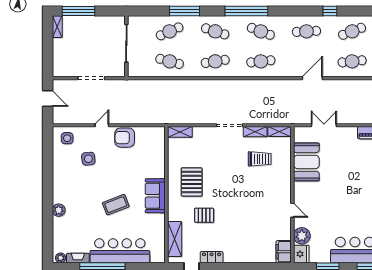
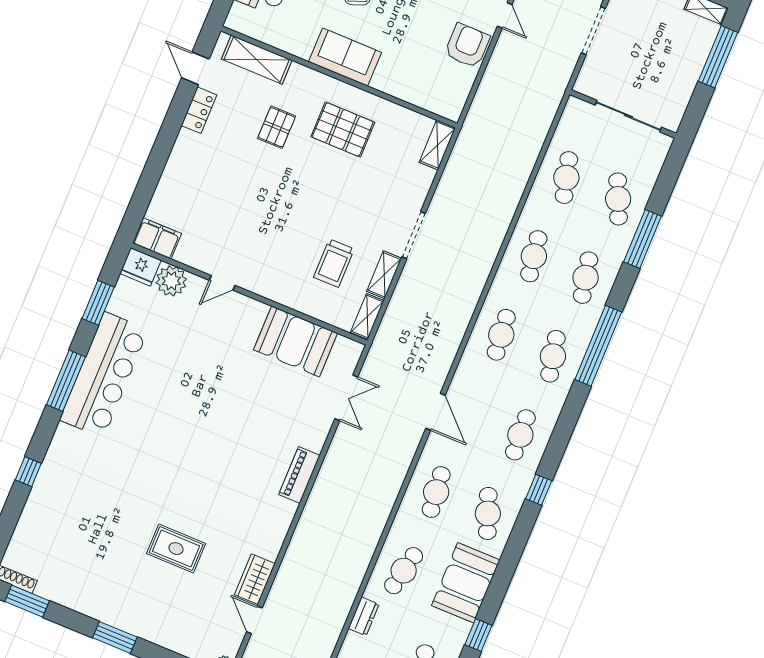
cafe table: (215, 31) -> (586, 278), turned -30
cafe table: (261, 31) -> (553, 356), turned -33
cafe table: (170, 61) -> (566, 178), turned -30

